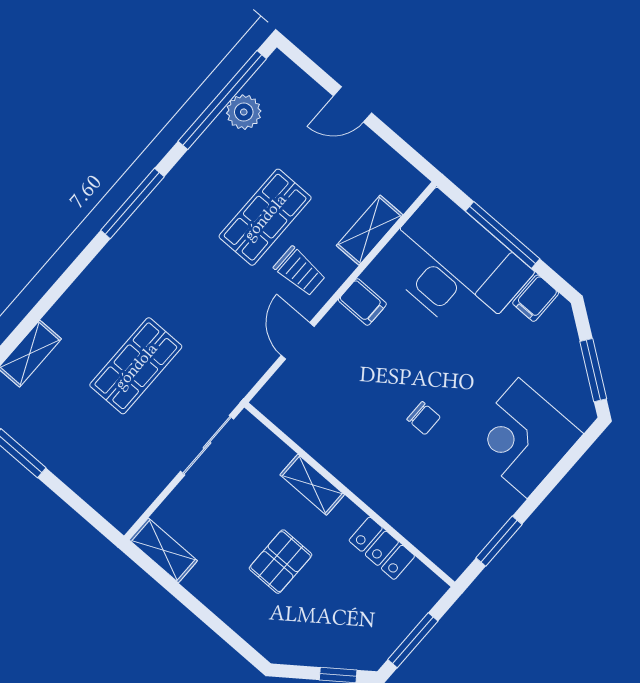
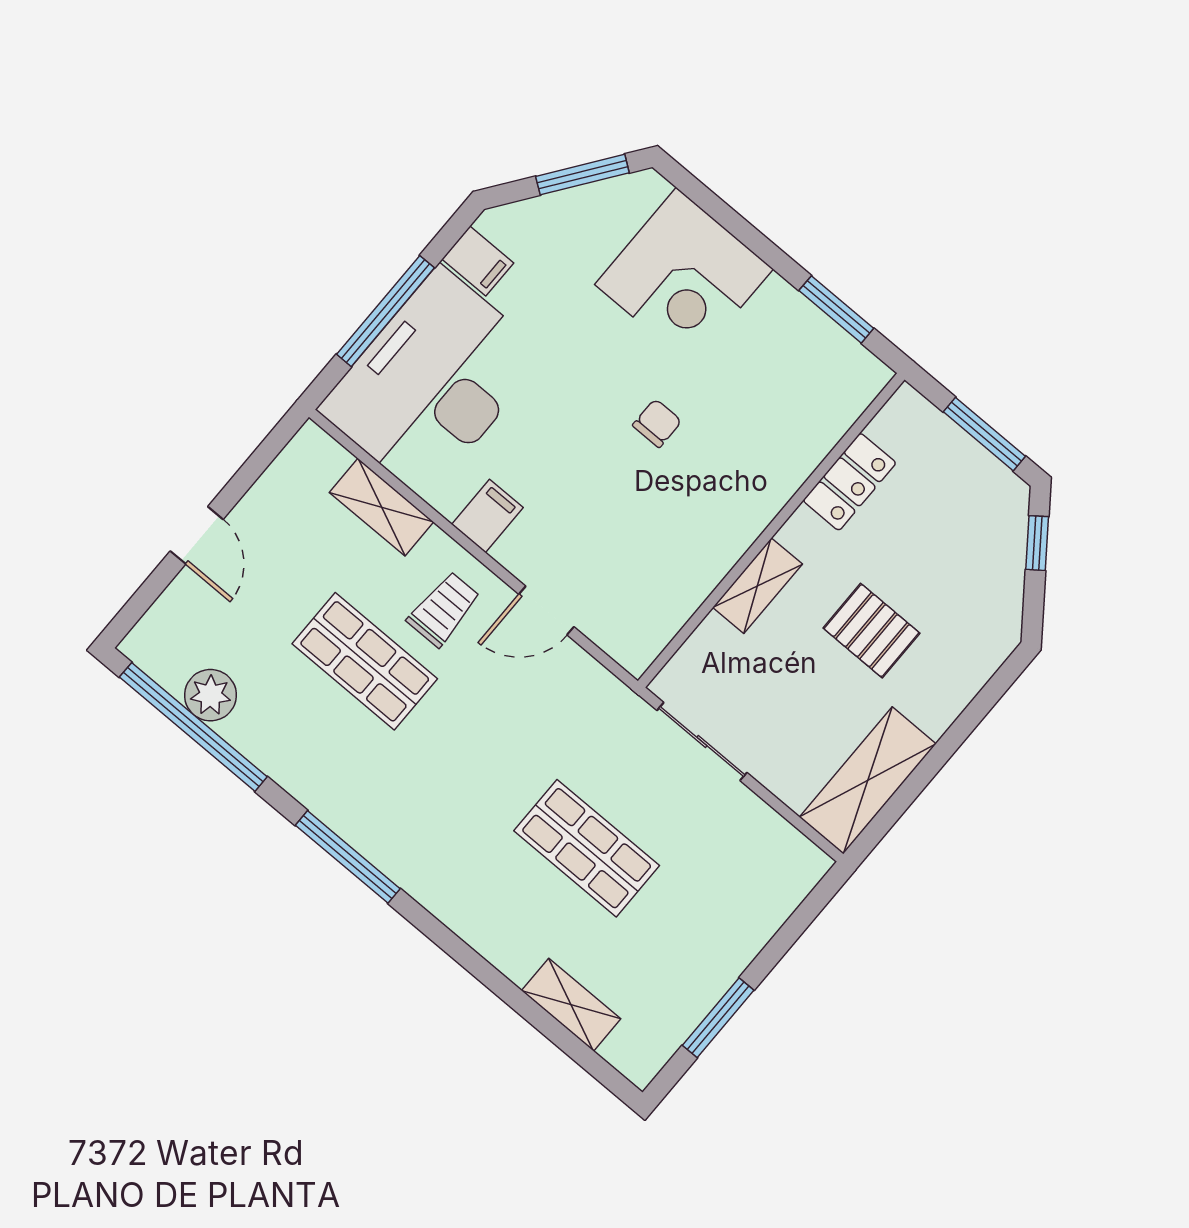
shelving: (163, 550) -> (868, 780), width x1.50, depth x1.33

